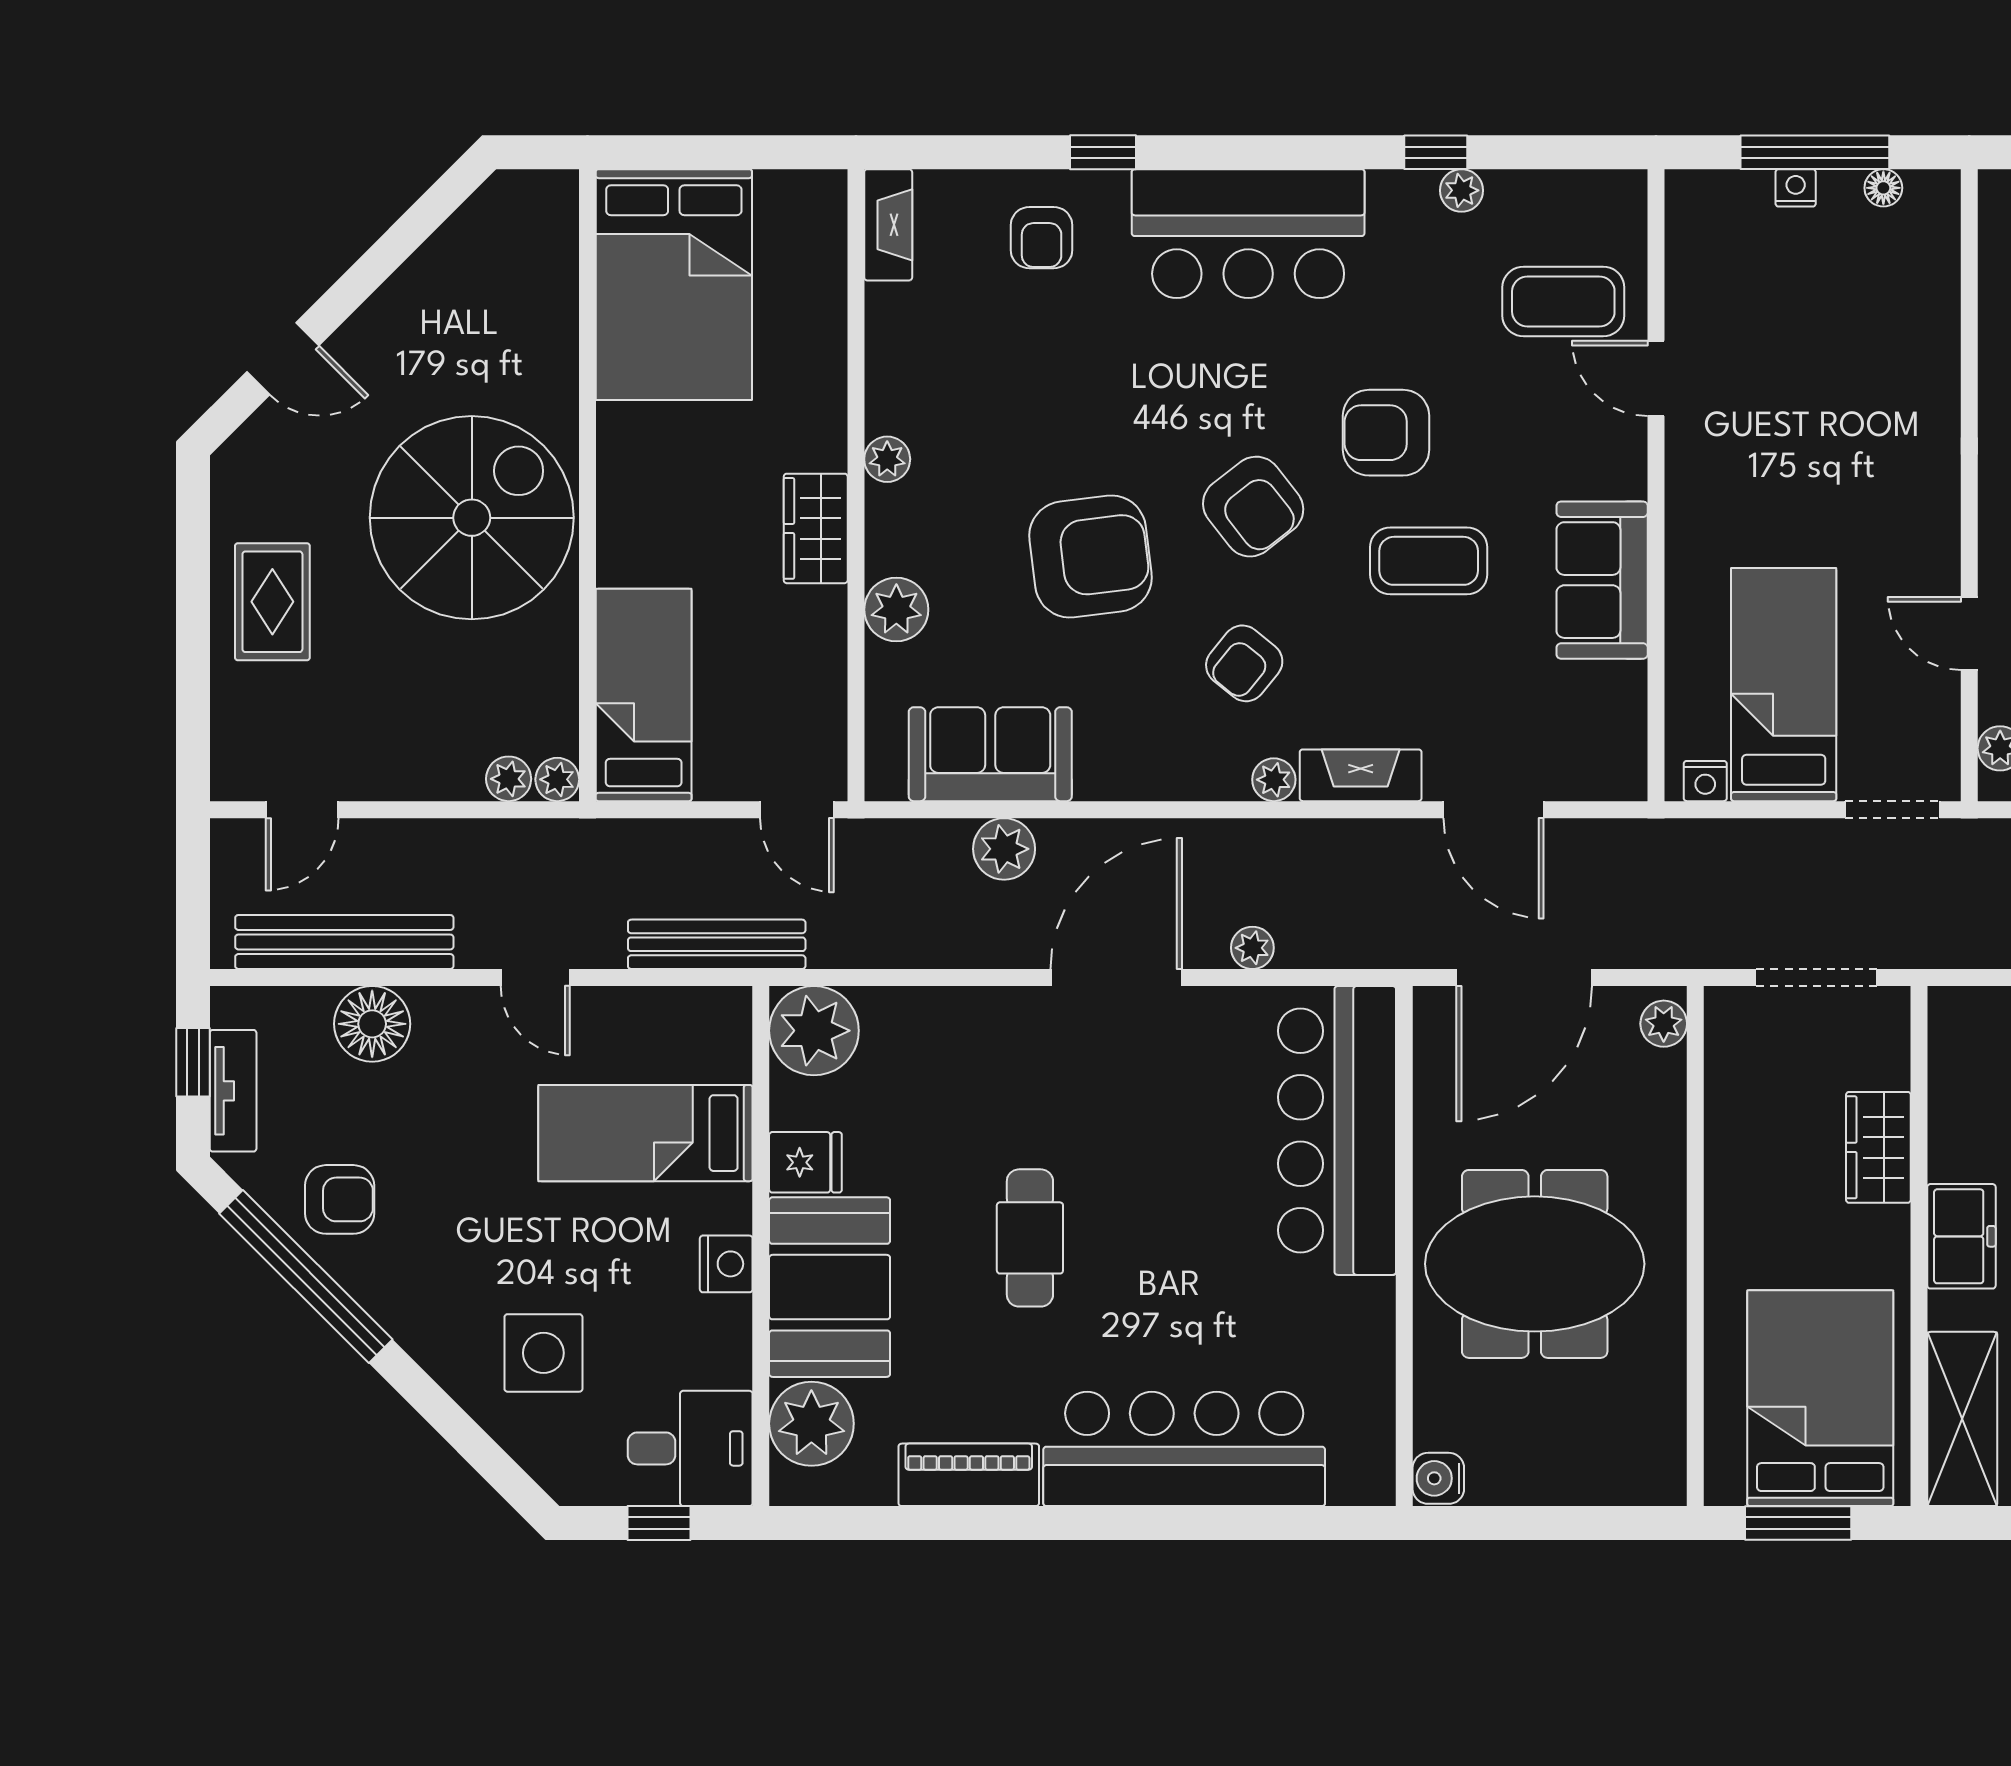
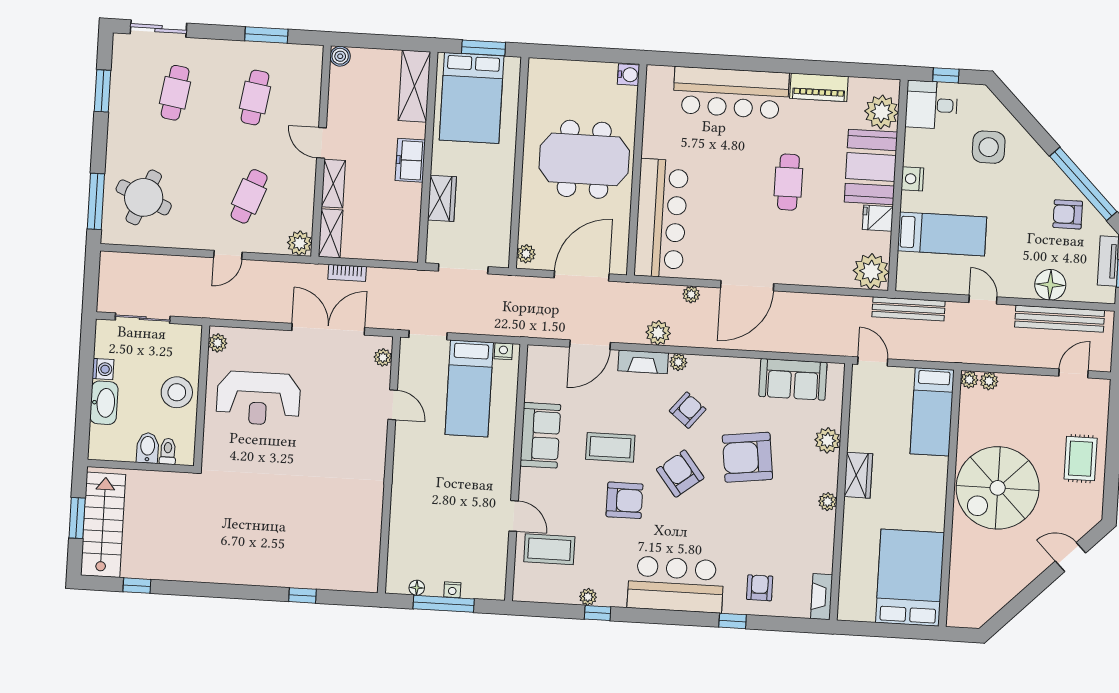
door: (1493, 810) -> (590, 345), swing flipped
plant: (1004, 849) -> (658, 333), moved

